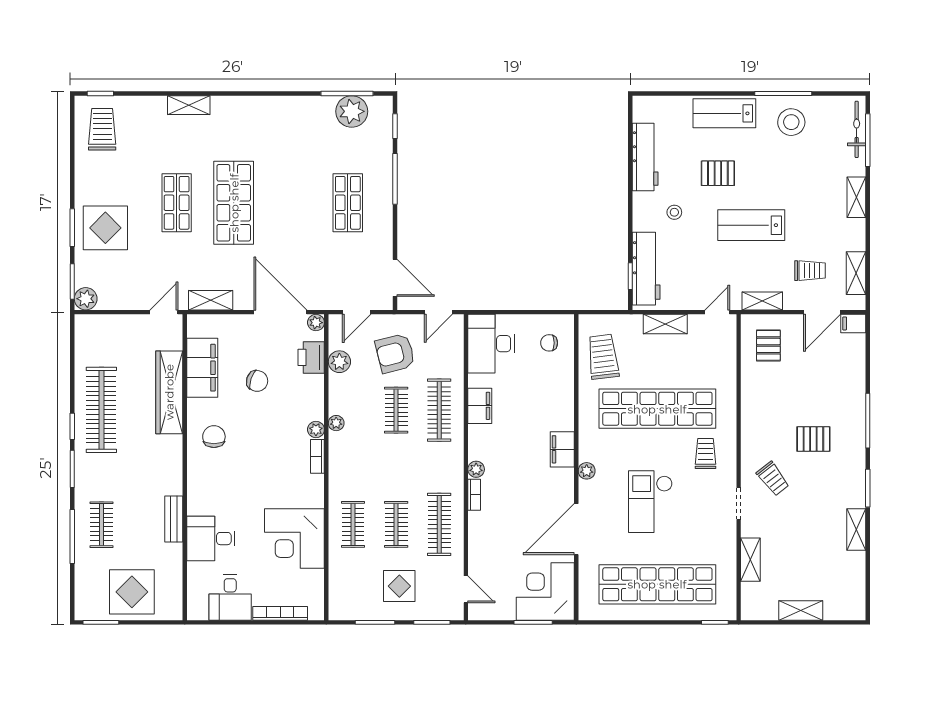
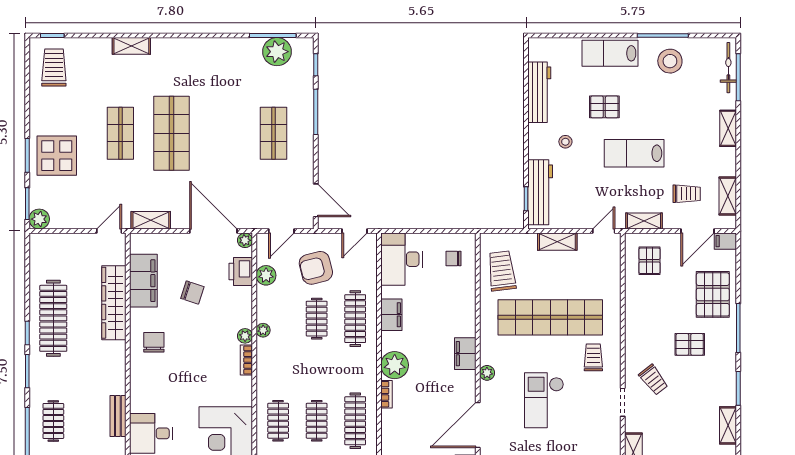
pallet: (839, 383) -> (713, 294), added
plant: (476, 469) -> (395, 365), width x1.88, depth x1.88

